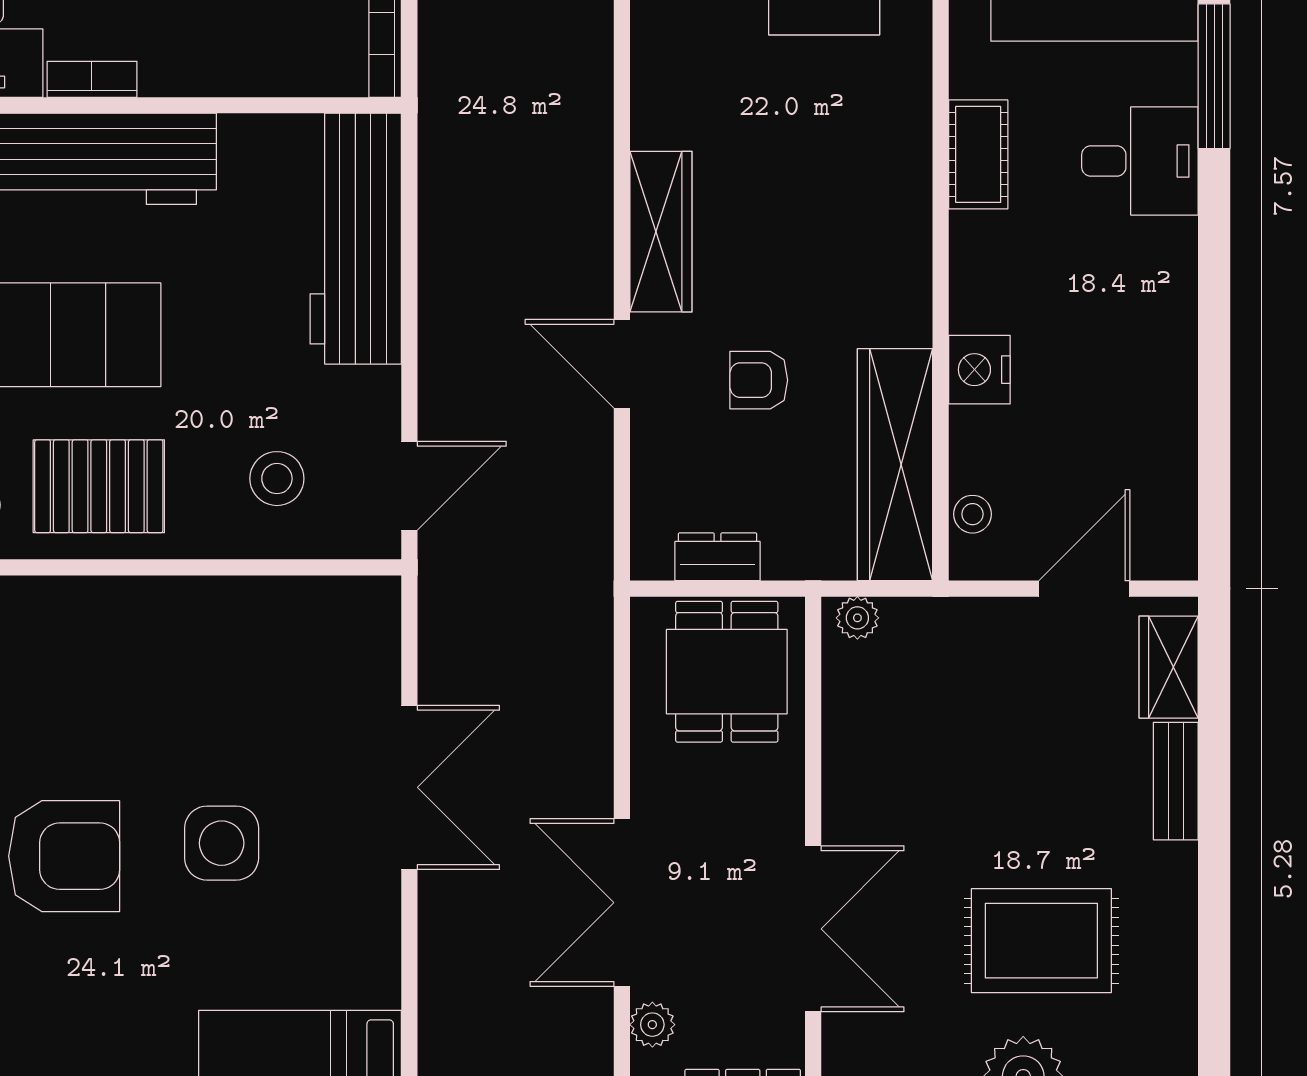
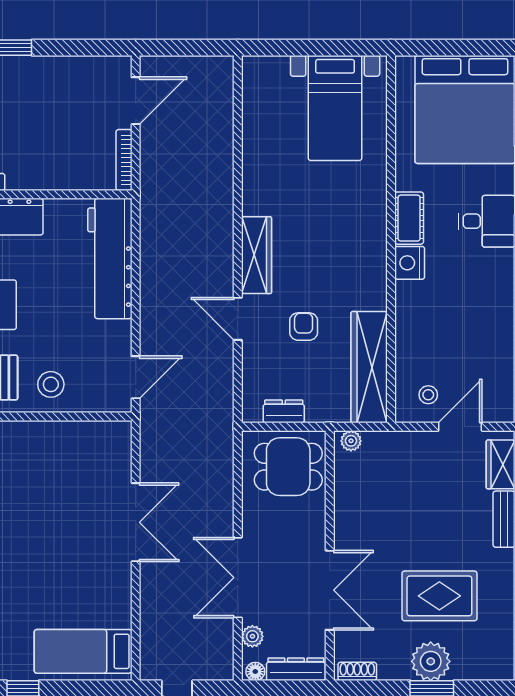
nightstand: (979, 370) -> (410, 263), moved
armchair: (759, 380) -> (304, 327), turned 90
stool: (277, 479) -> (51, 384), moved
stool: (973, 514) -> (428, 395), moved
dining table: (727, 672) -> (288, 467), turned 90
side table: (222, 843) -> (45, 549), removed

